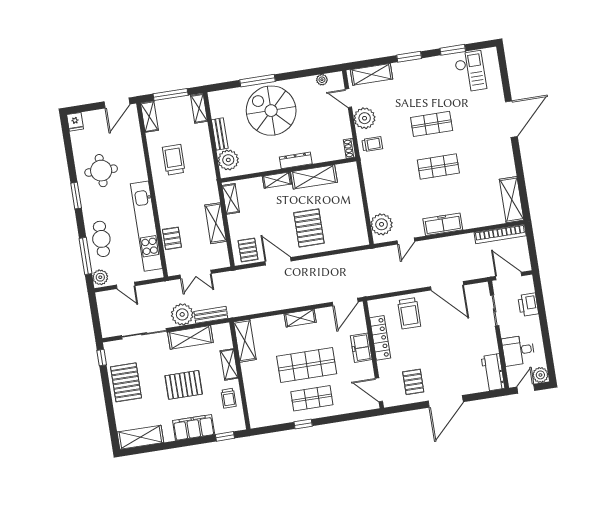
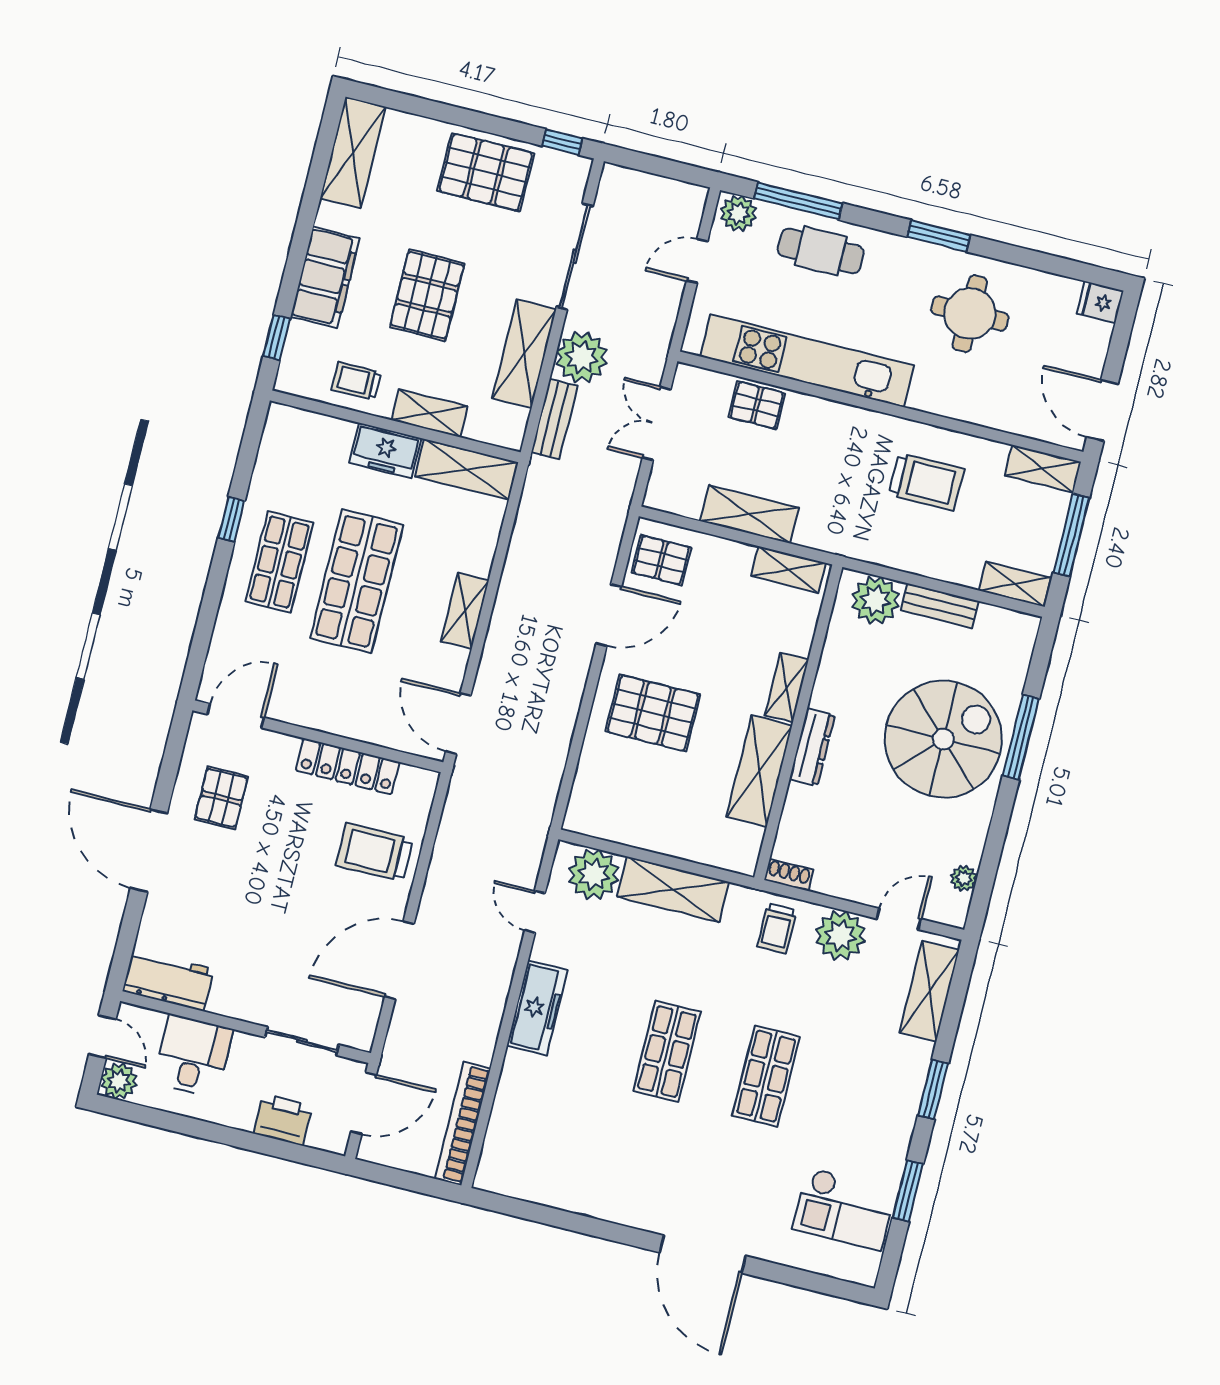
shelving: (512, 200) -> (673, 889), moved
freezer: (361, 348) -> (385, 450), moved, turned 180
pallet: (413, 382) -> (221, 798), turned 90

